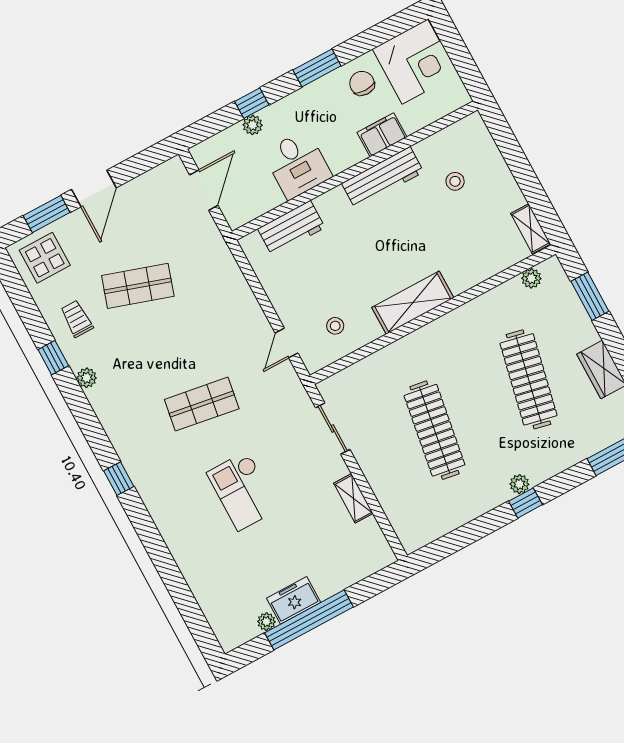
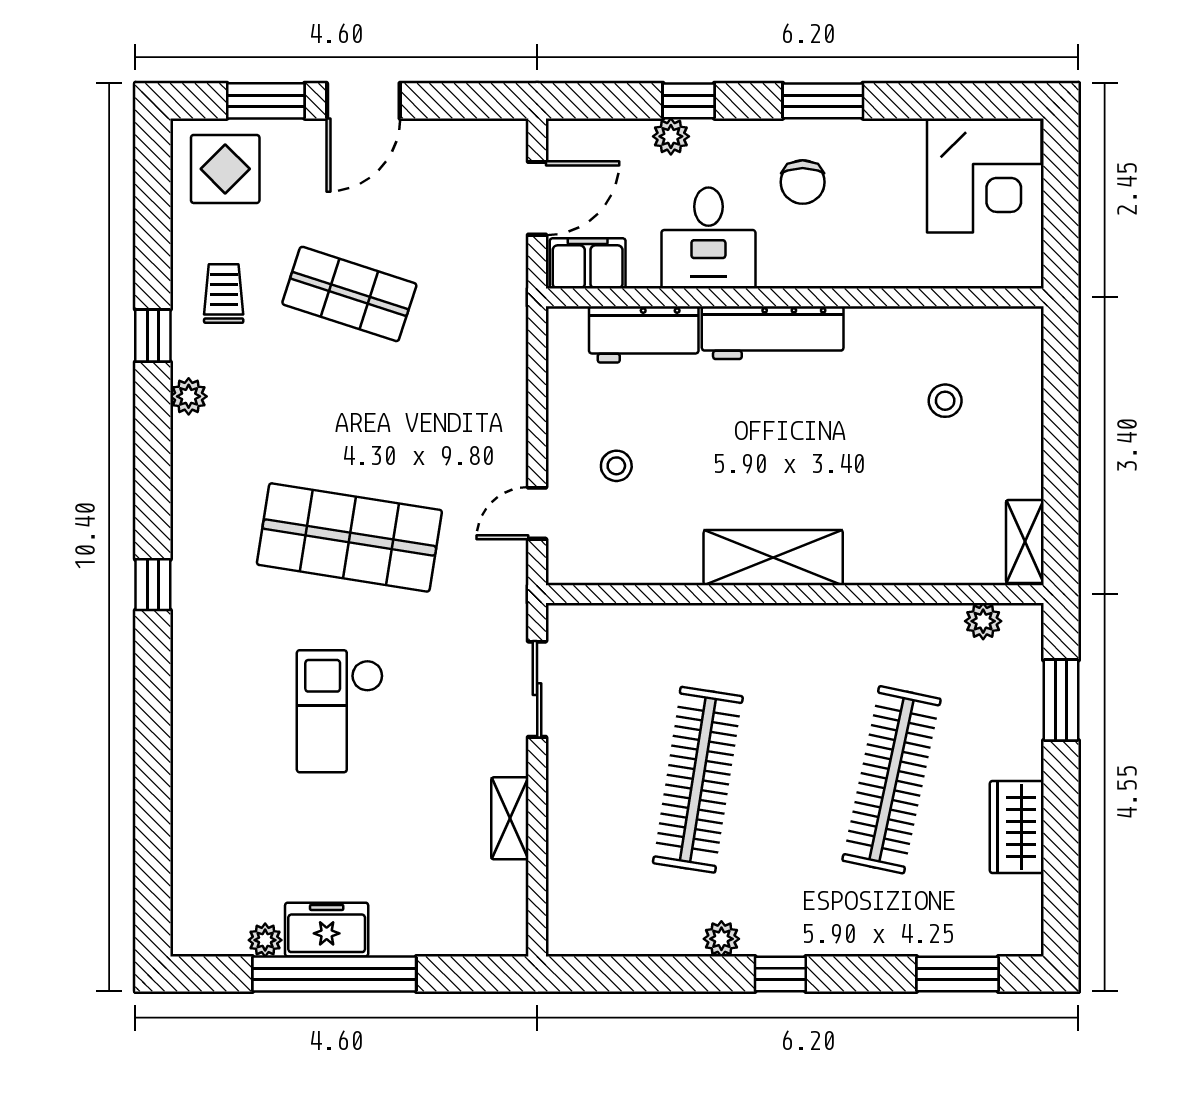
chair: (362, 83) -> (803, 182), moved, turned 180
filing cabinet: (382, 135) -> (588, 263), moved
workbench: (383, 178) -> (773, 333), moved
stool: (335, 326) -> (616, 466), moved
shop shelf: (202, 404) -> (349, 537), width x1.43, depth x1.36
plant: (519, 484) -> (721, 939), moved

